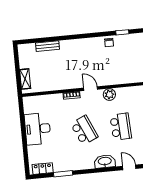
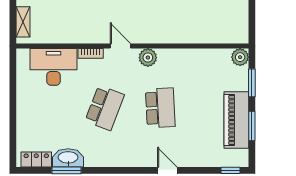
desk: (38, 129) -> (53, 67), moved, turned 90
school desk: (84, 130) -> (105, 108), turned 45
washbasin: (105, 161) -> (68, 158), moved

